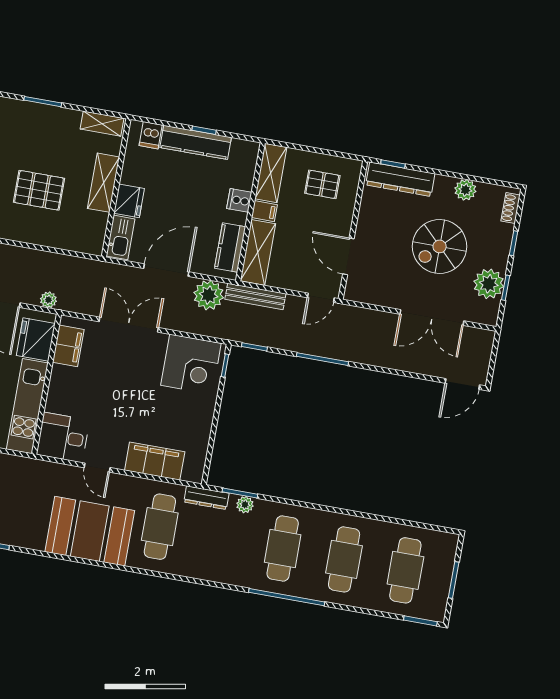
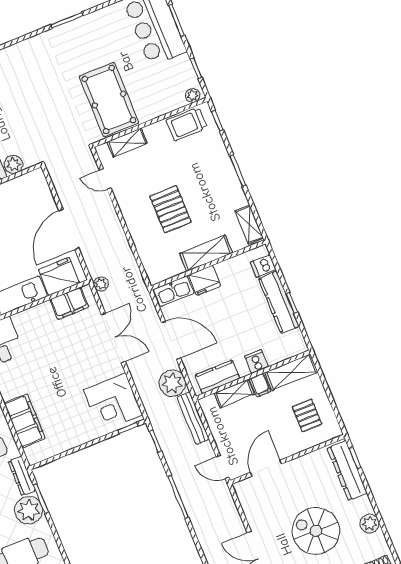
shelving: (258, 252) -> (234, 394), width x0.67, depth x0.75
plant: (48, 300) -> (101, 284), moved
plant: (245, 505) -> (29, 510), width x1.88, depth x1.88

